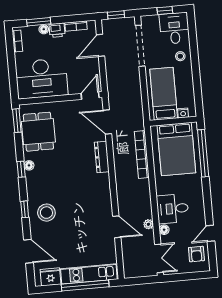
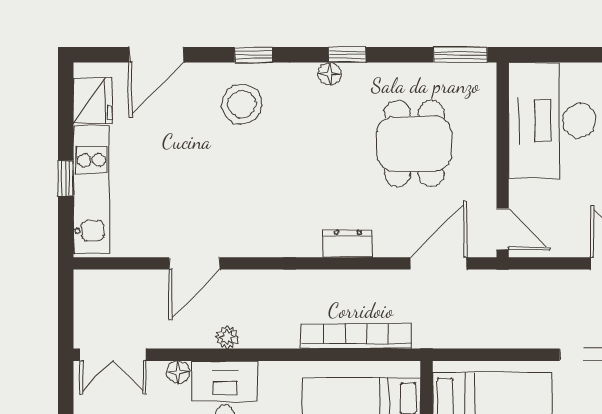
dining table: (38, 132) -> (414, 144), moved, turned 90
dresser: (102, 157) -> (348, 243), width x0.70
floor lamp: (29, 165) -> (330, 74), moved
plant: (148, 224) -> (227, 337), moved
window: (85, 285) -> (66, 178), width x0.32

